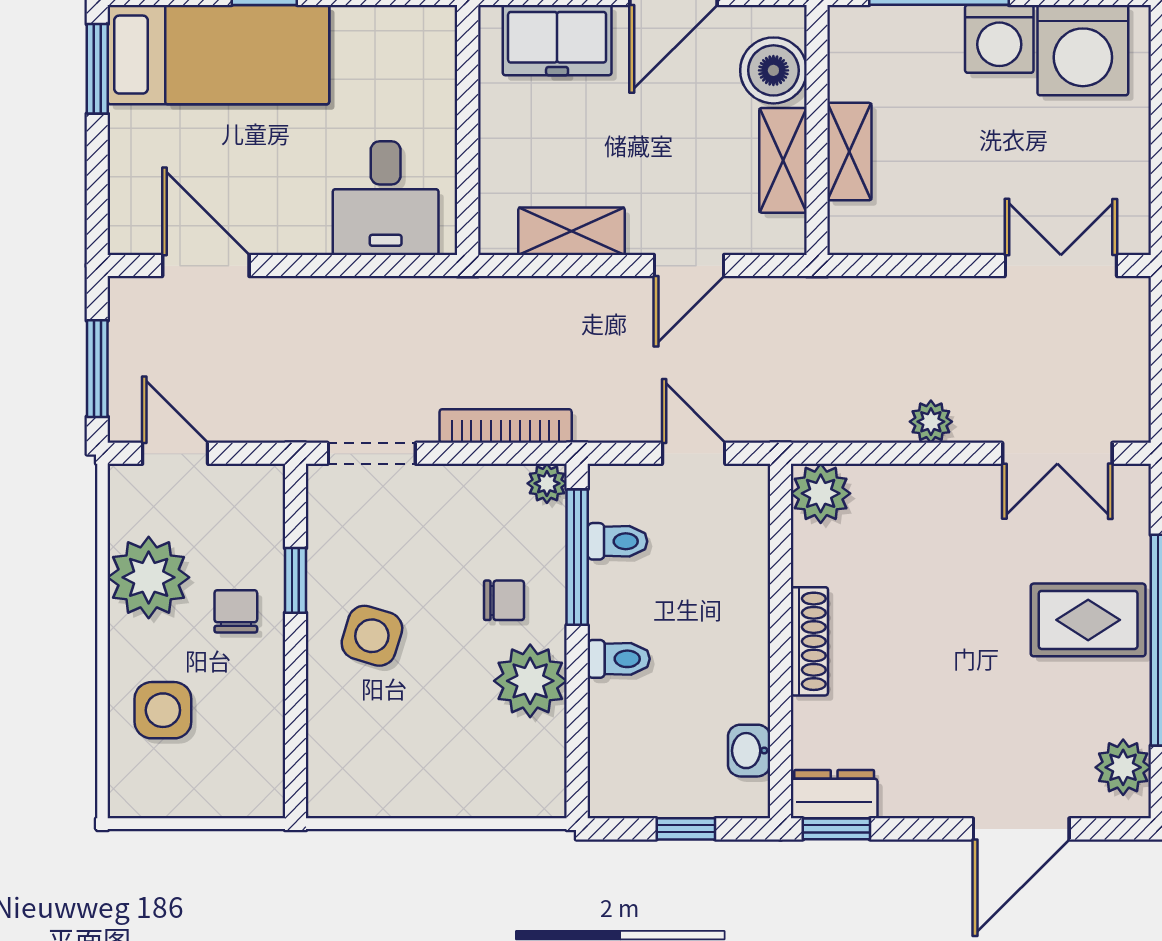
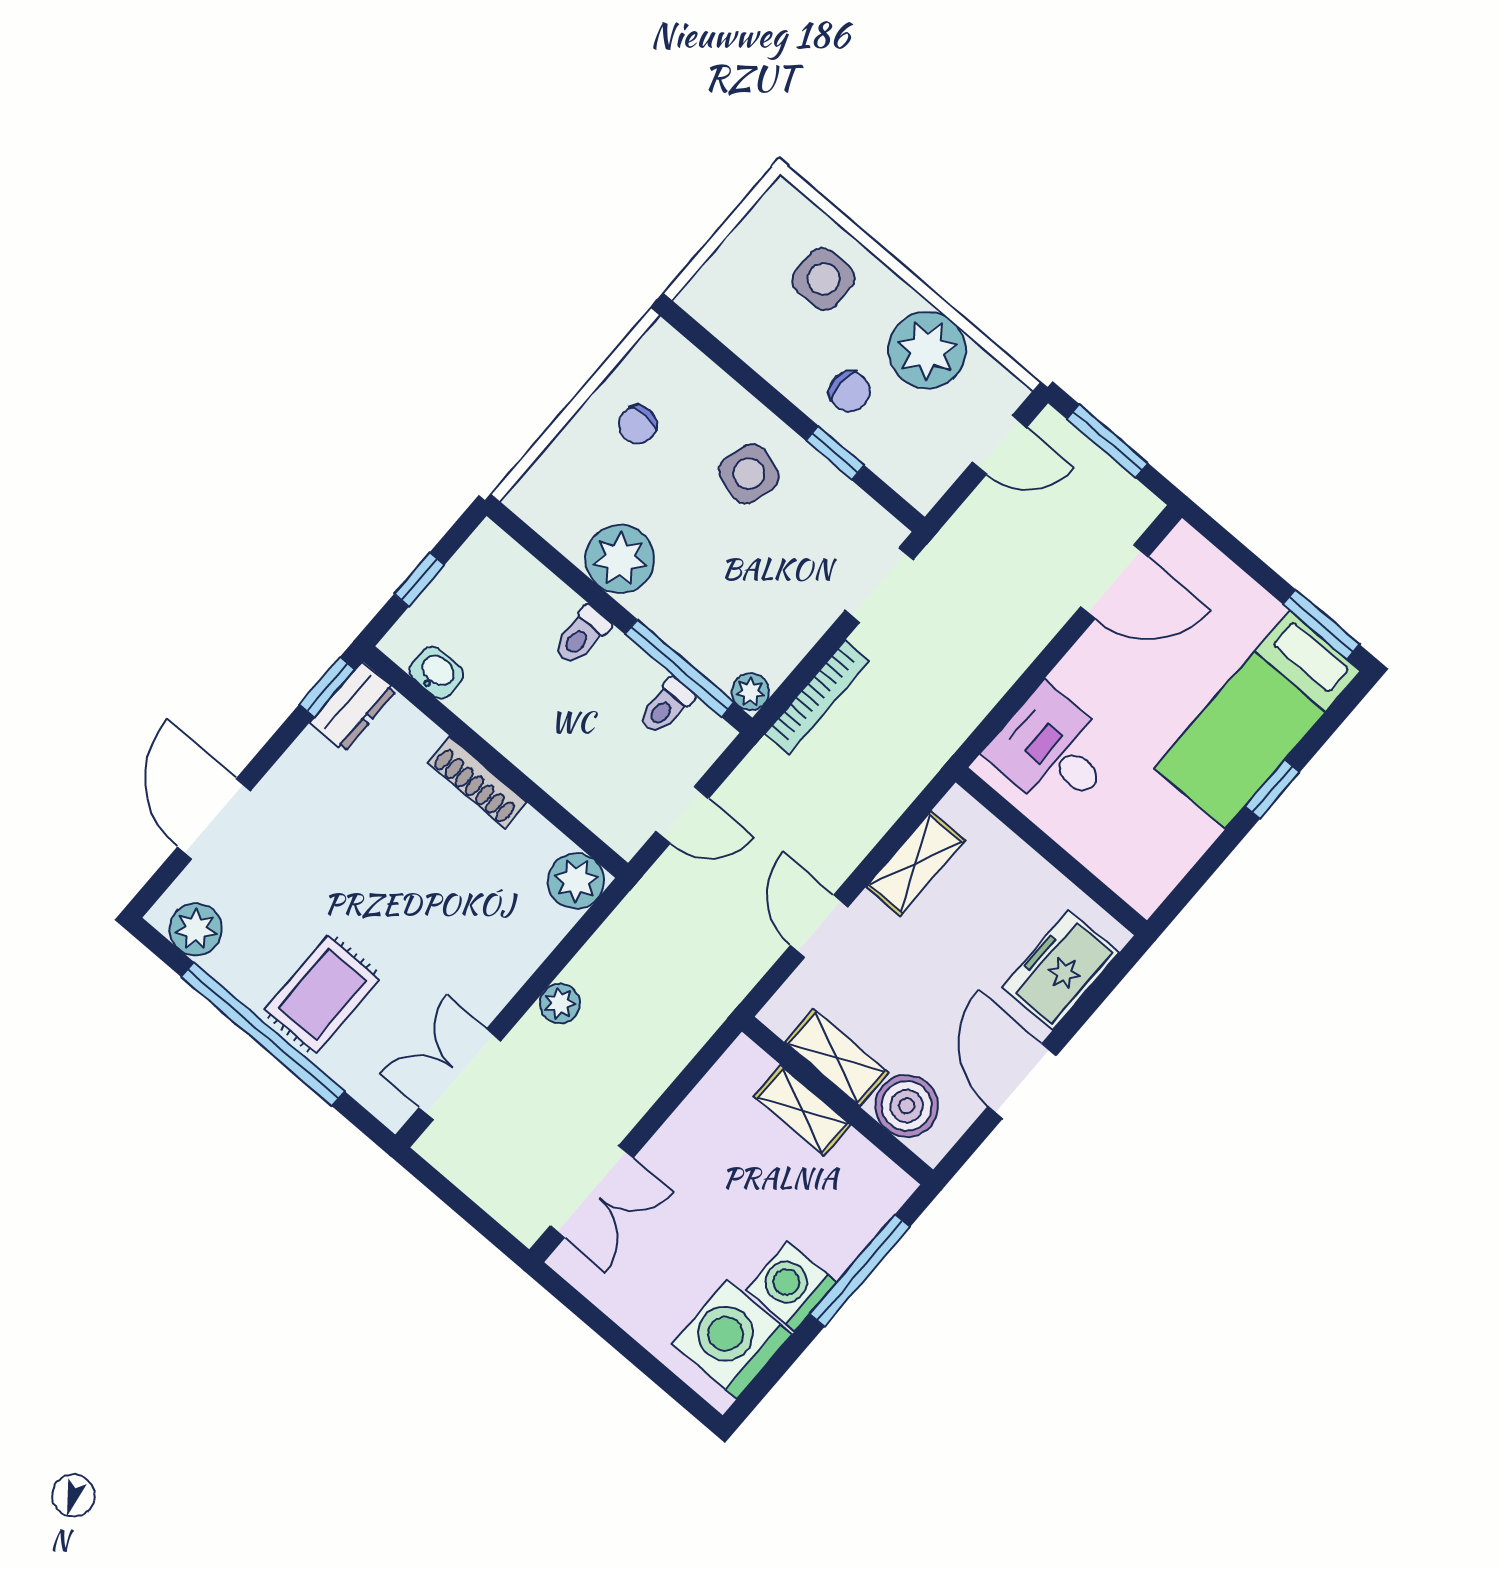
chair: (504, 600) -> (638, 425), moved

